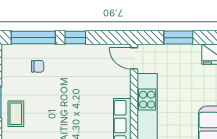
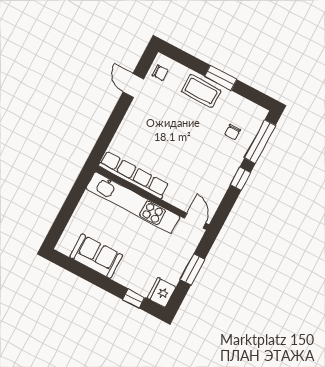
door: (134, 58) -> (195, 221), hinge flipped
coffee table: (16, 114) -> (201, 91), width x1.36, depth x1.30

